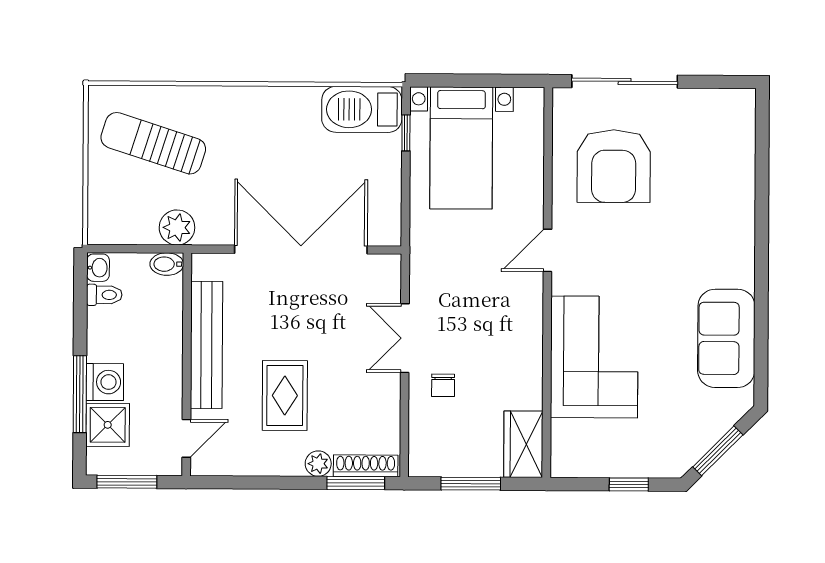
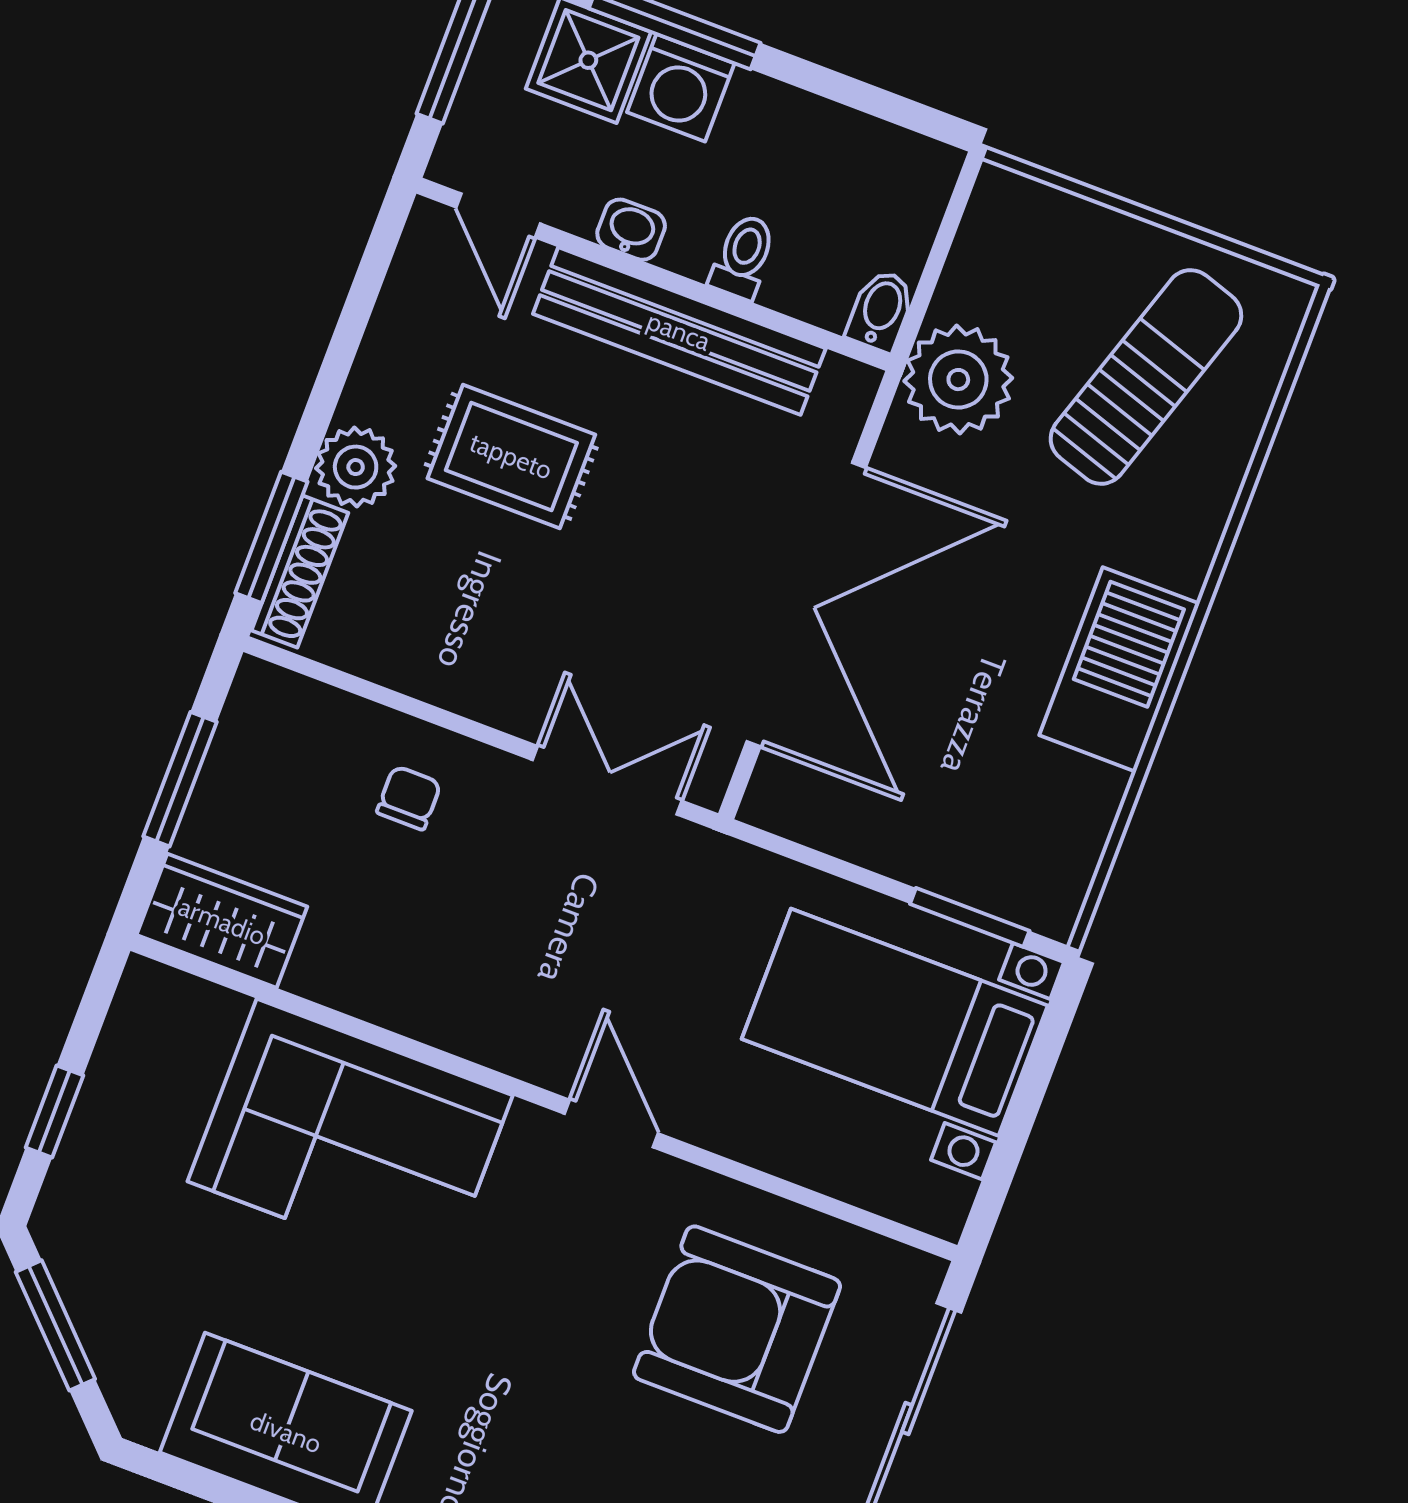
barbecue: (362, 109) -> (1119, 669), moved
window: (406, 133) -> (970, 917), width x1.50
plant: (177, 227) -> (958, 380), width x1.36, depth x1.36
washbasin: (98, 268) -> (631, 230), moved, turned 180
toilet: (104, 295) -> (743, 257), moved, turned 180
double door: (405, 338) -> (607, 780), moved
chair: (443, 385) -> (409, 798), turned 90
plant: (318, 464) -> (356, 467), width x1.38, depth x1.38

